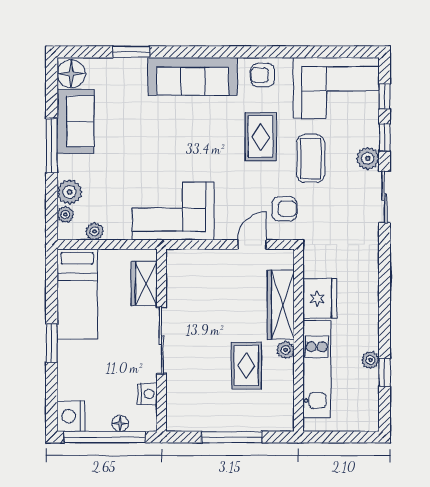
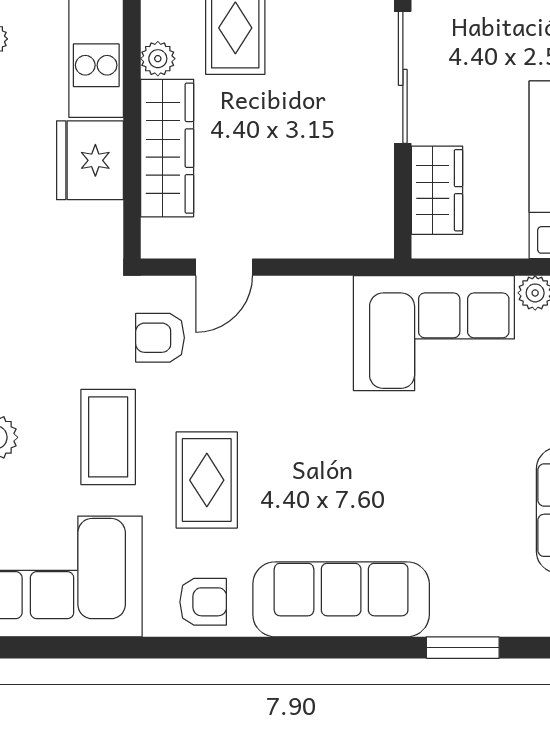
corner sofa: (173, 211) -> (434, 333), moved

